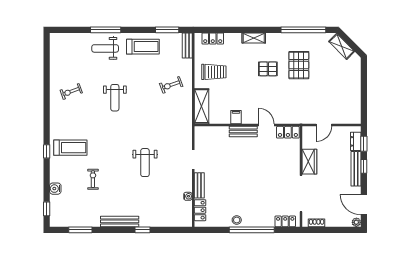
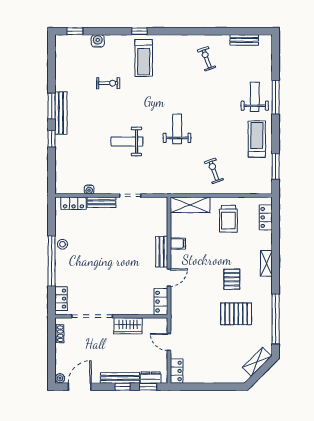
bench: (187, 45) -> (244, 40), moved
treadmill: (143, 47) -> (257, 139), turned 180
weight bench: (115, 98) -> (177, 129), moved, turned 90
locker: (350, 118) -> (177, 371), added
window: (80, 230) -> (52, 106), moved

